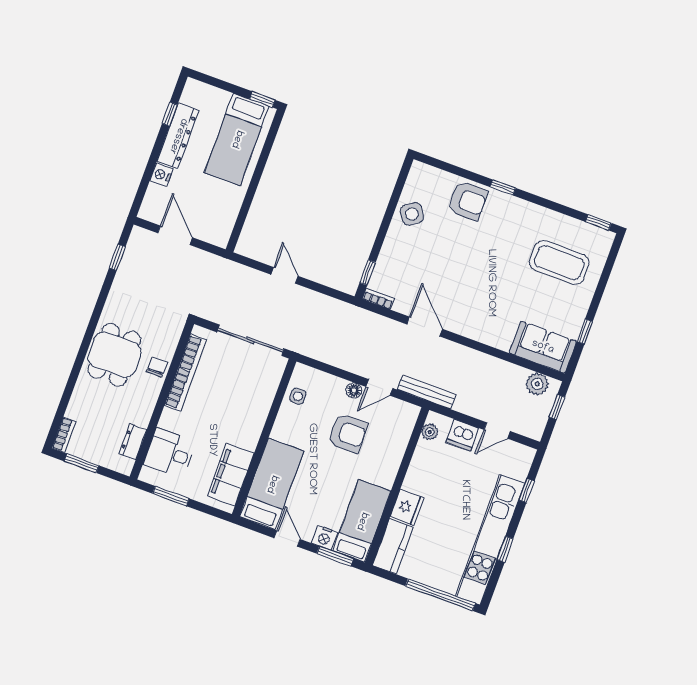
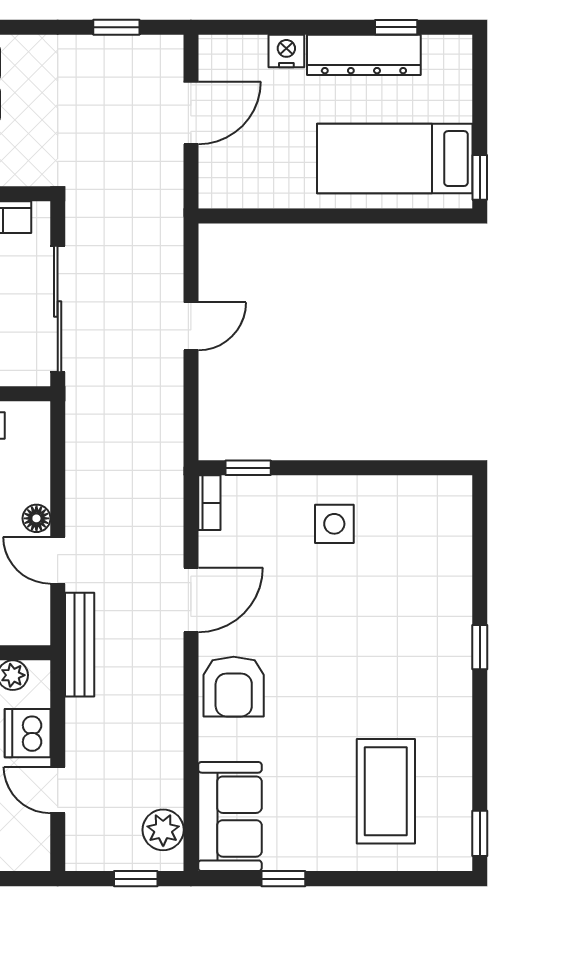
armchair: (468, 201) -> (234, 687), moved
side table: (412, 214) -> (334, 524), moved, turned 35

